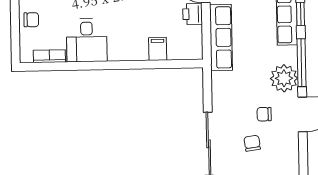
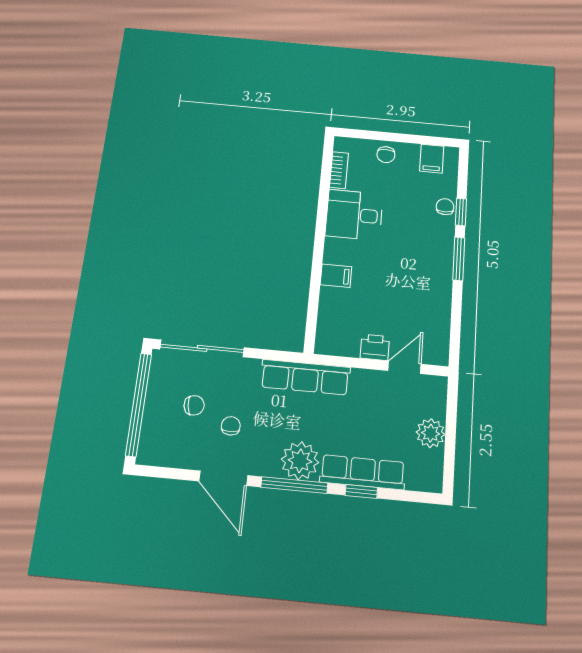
row of seats: (221, 37) -> (305, 377), moved
filing cabinet: (158, 49) -> (336, 276), moved
plant: (284, 78) -> (300, 461), moved

